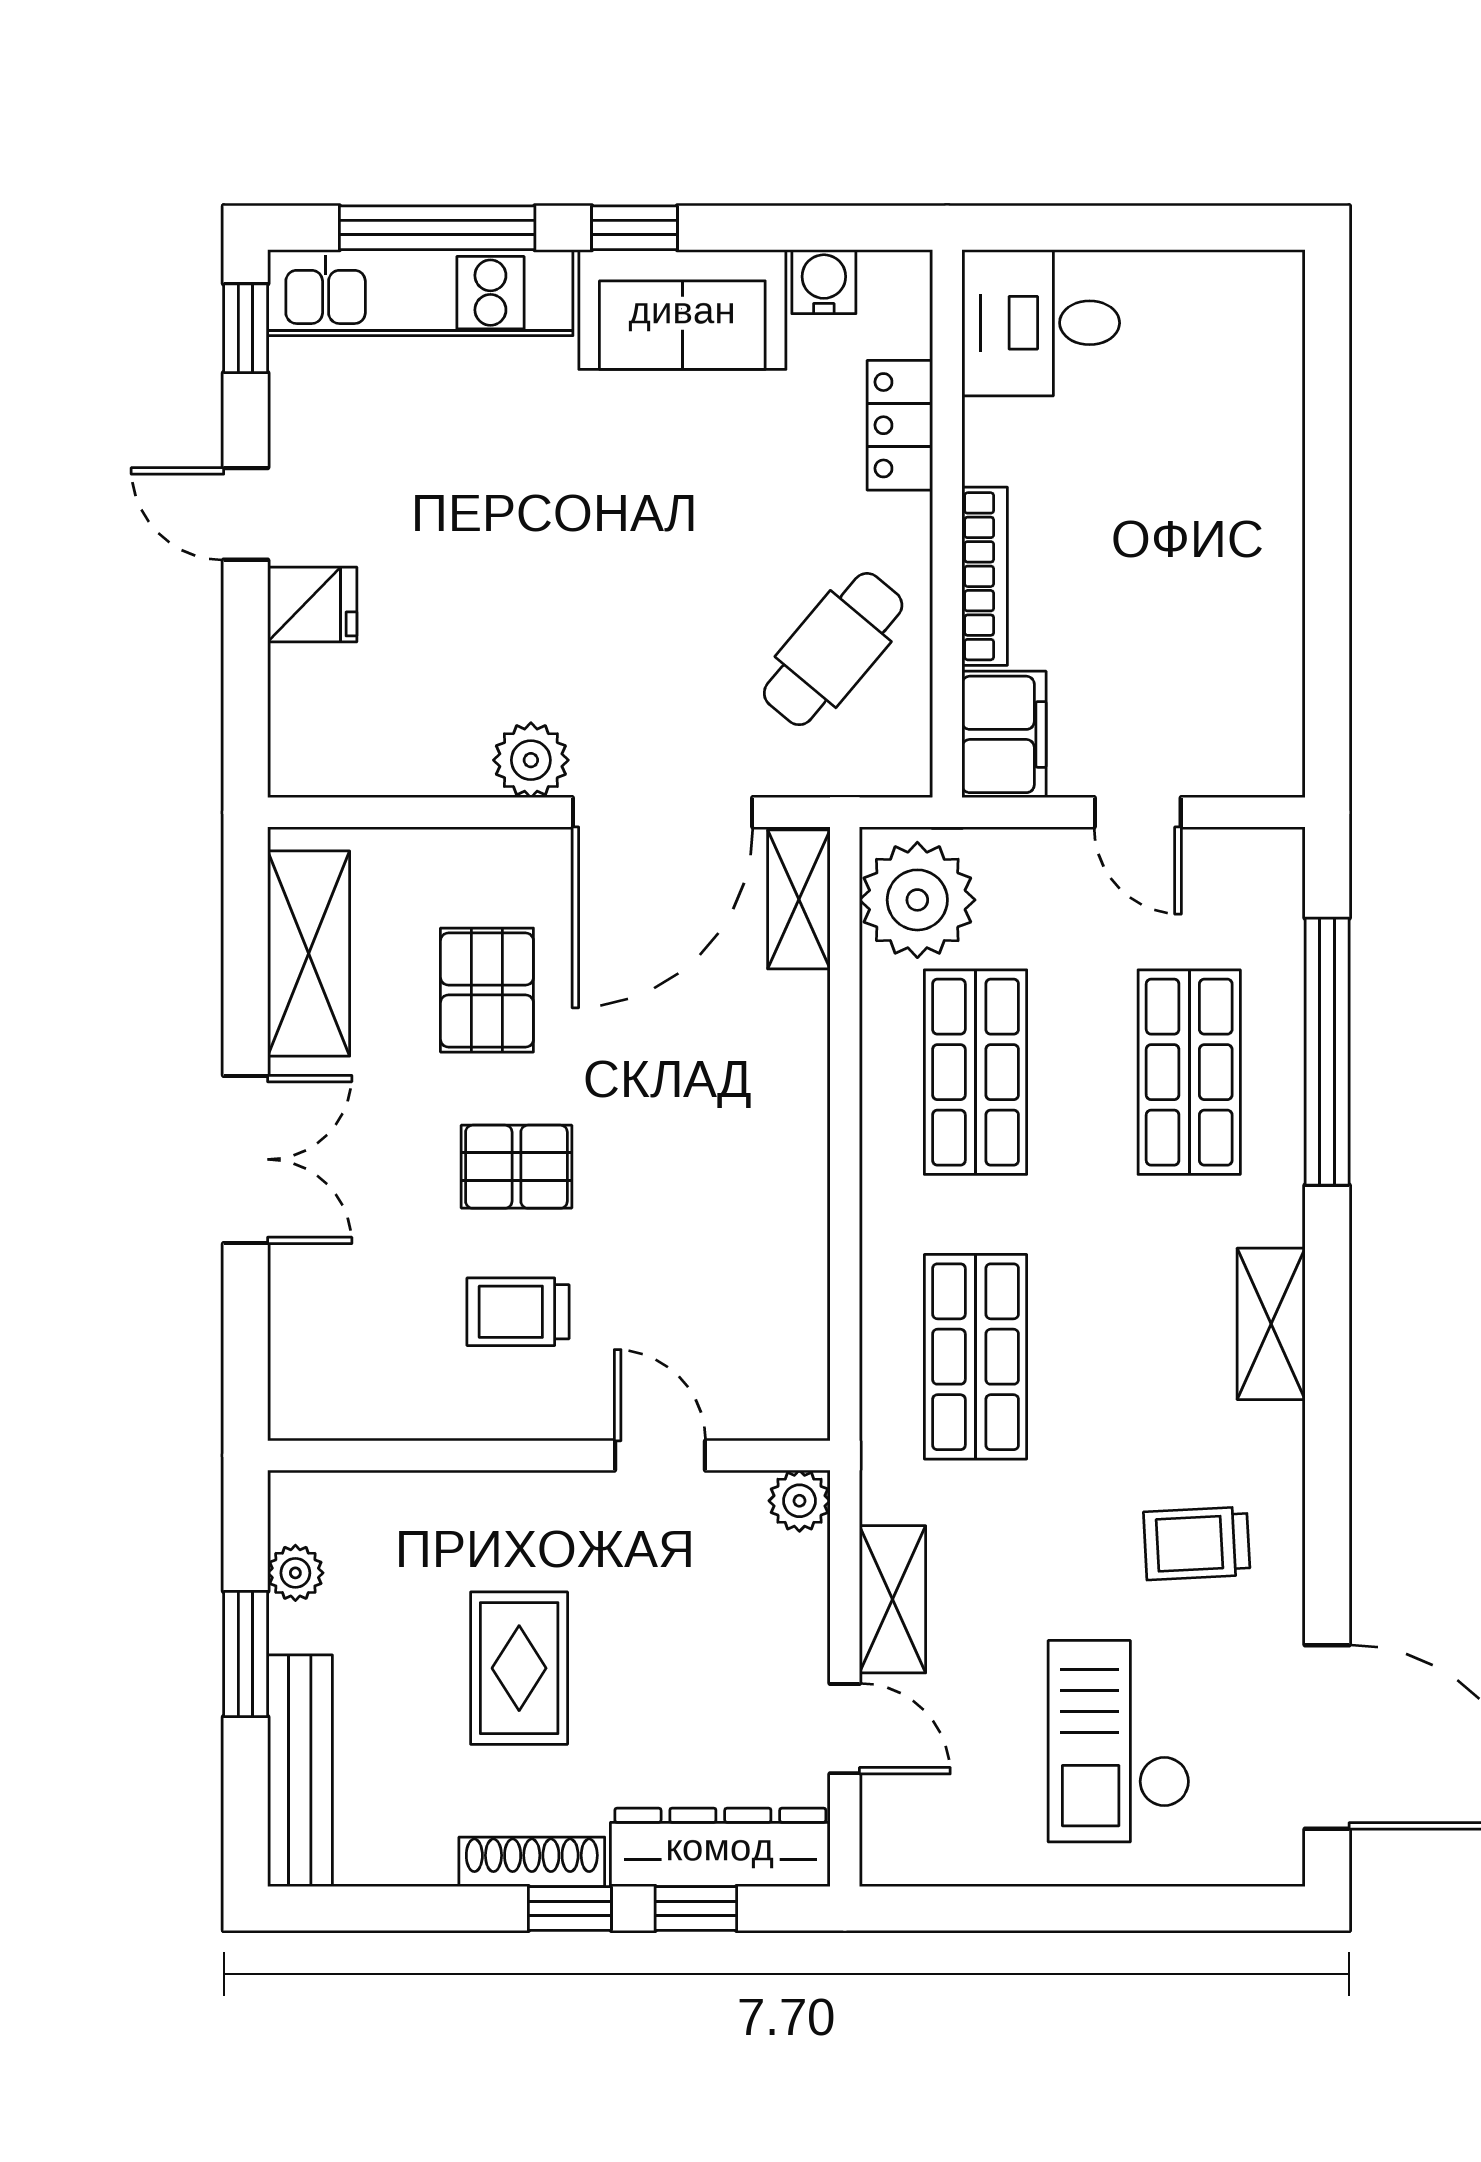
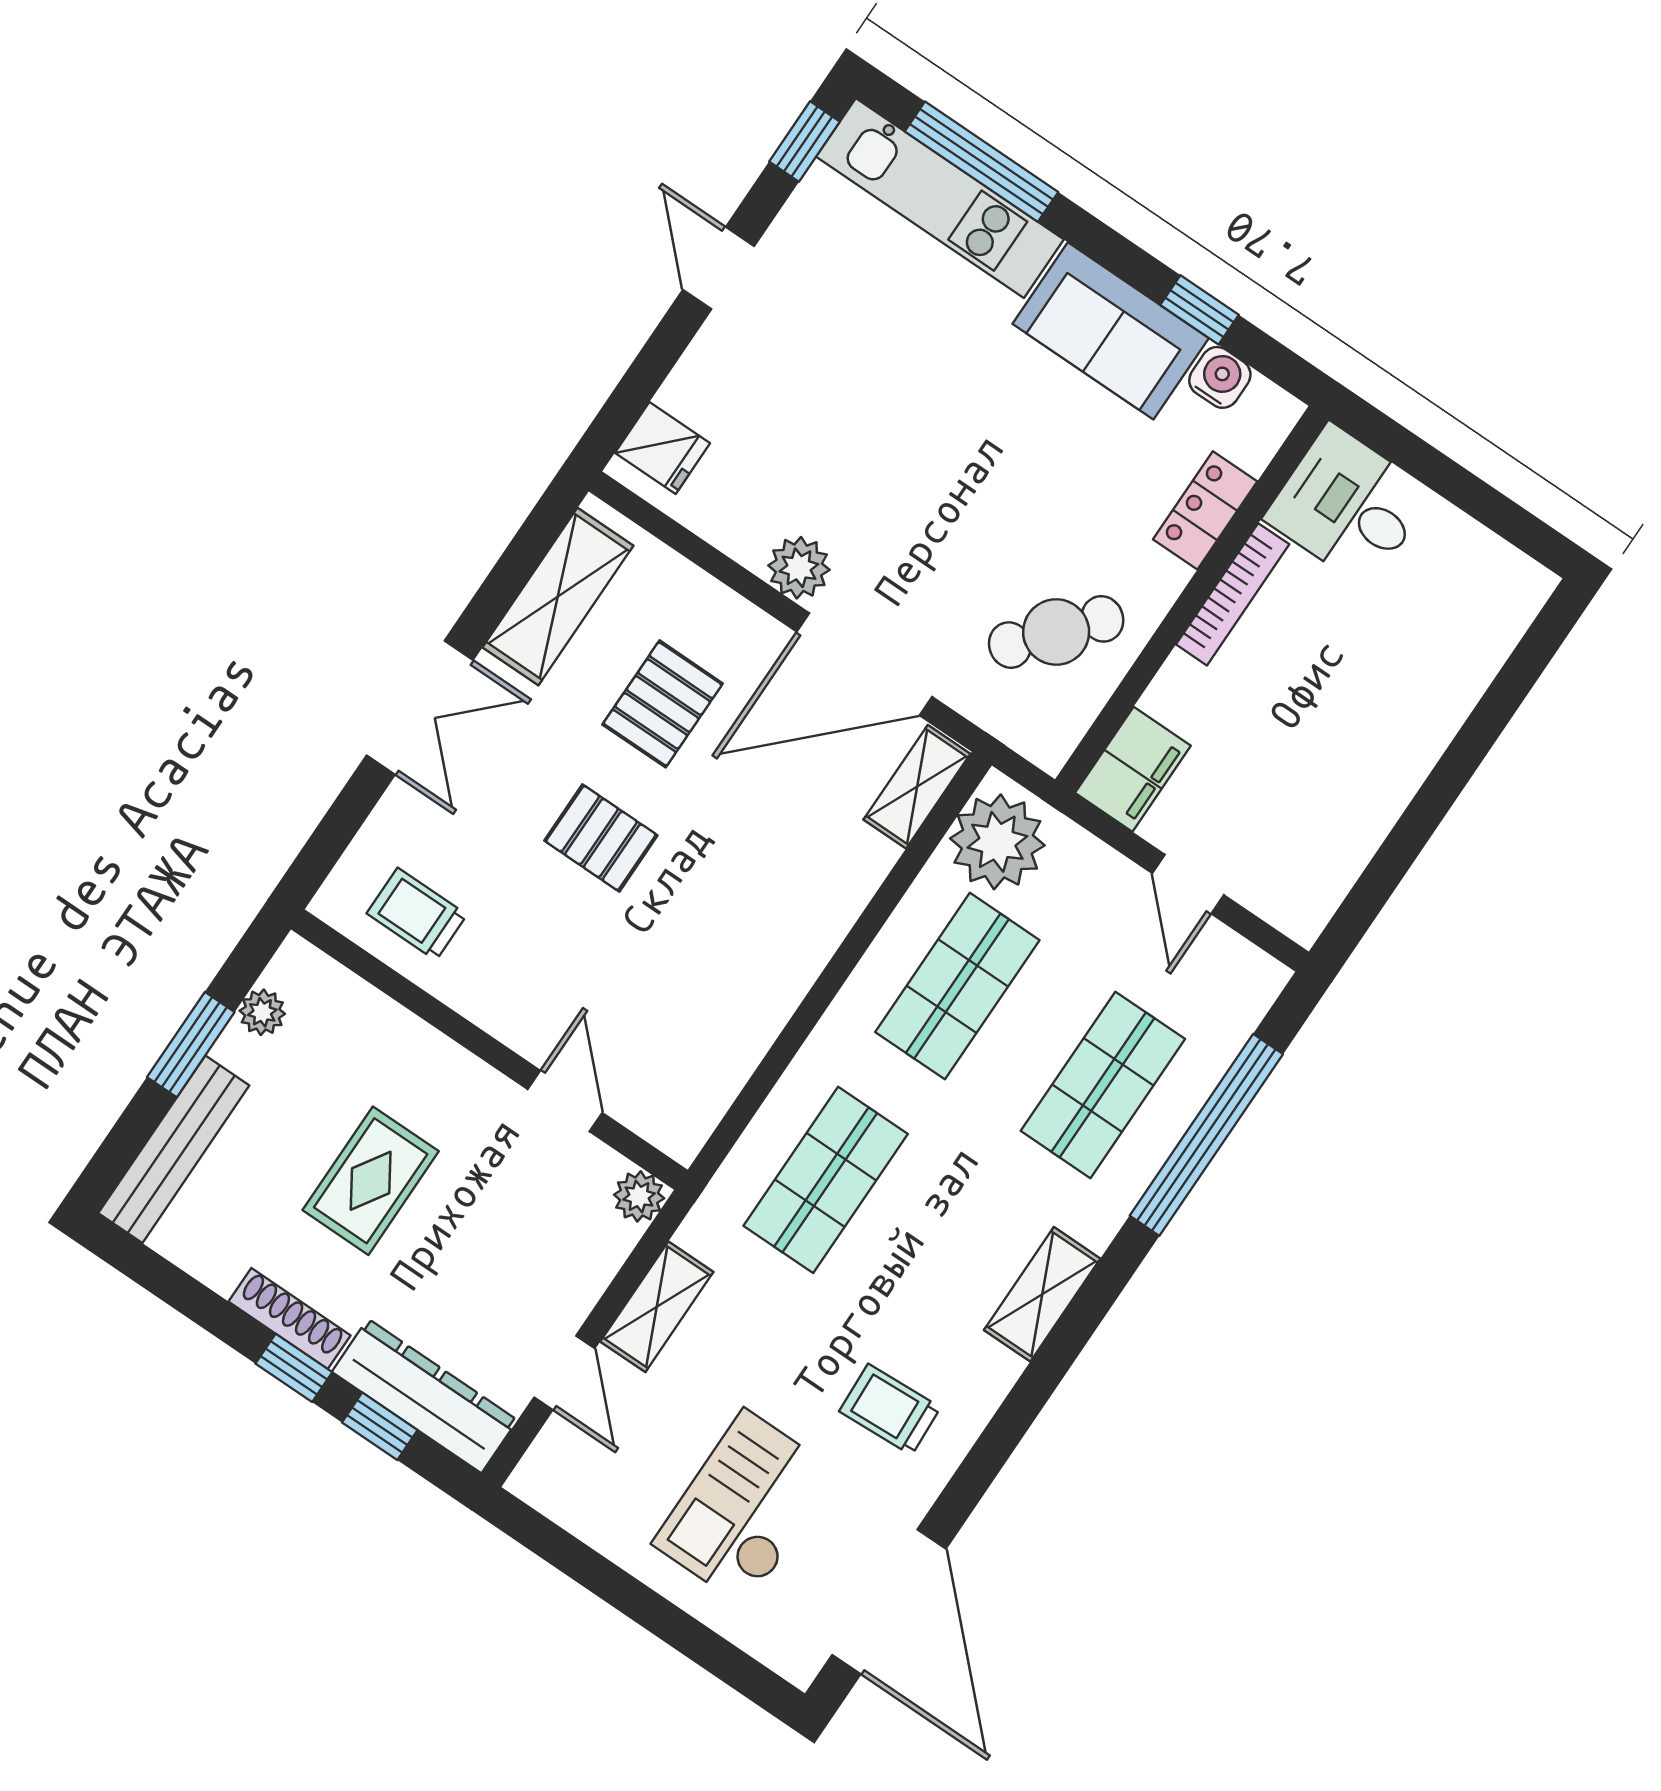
window: (634, 228) -> (1200, 310), moved
bookcase: (985, 576) -> (1233, 594), moved
fridge: (312, 604) -> (663, 448), moved
trolley: (518, 1312) -> (417, 914), moved

